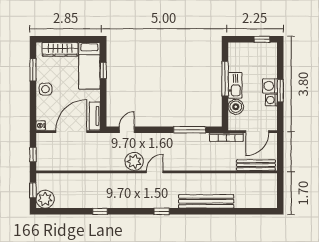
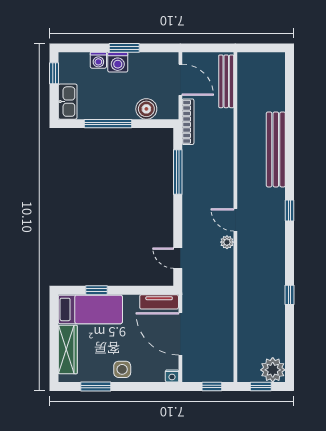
kitchen sink: (235, 85) -> (68, 102), moved, turned 90
washing machine: (271, 100) -> (98, 60), moved
plant: (134, 161) -> (227, 242), width x0.53, depth x0.53

